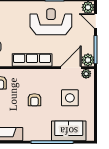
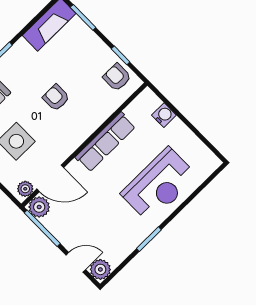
reception desk: (51, 22) -> (159, 185), moved
door: (71, 68) -> (50, 178), hinge flipped

